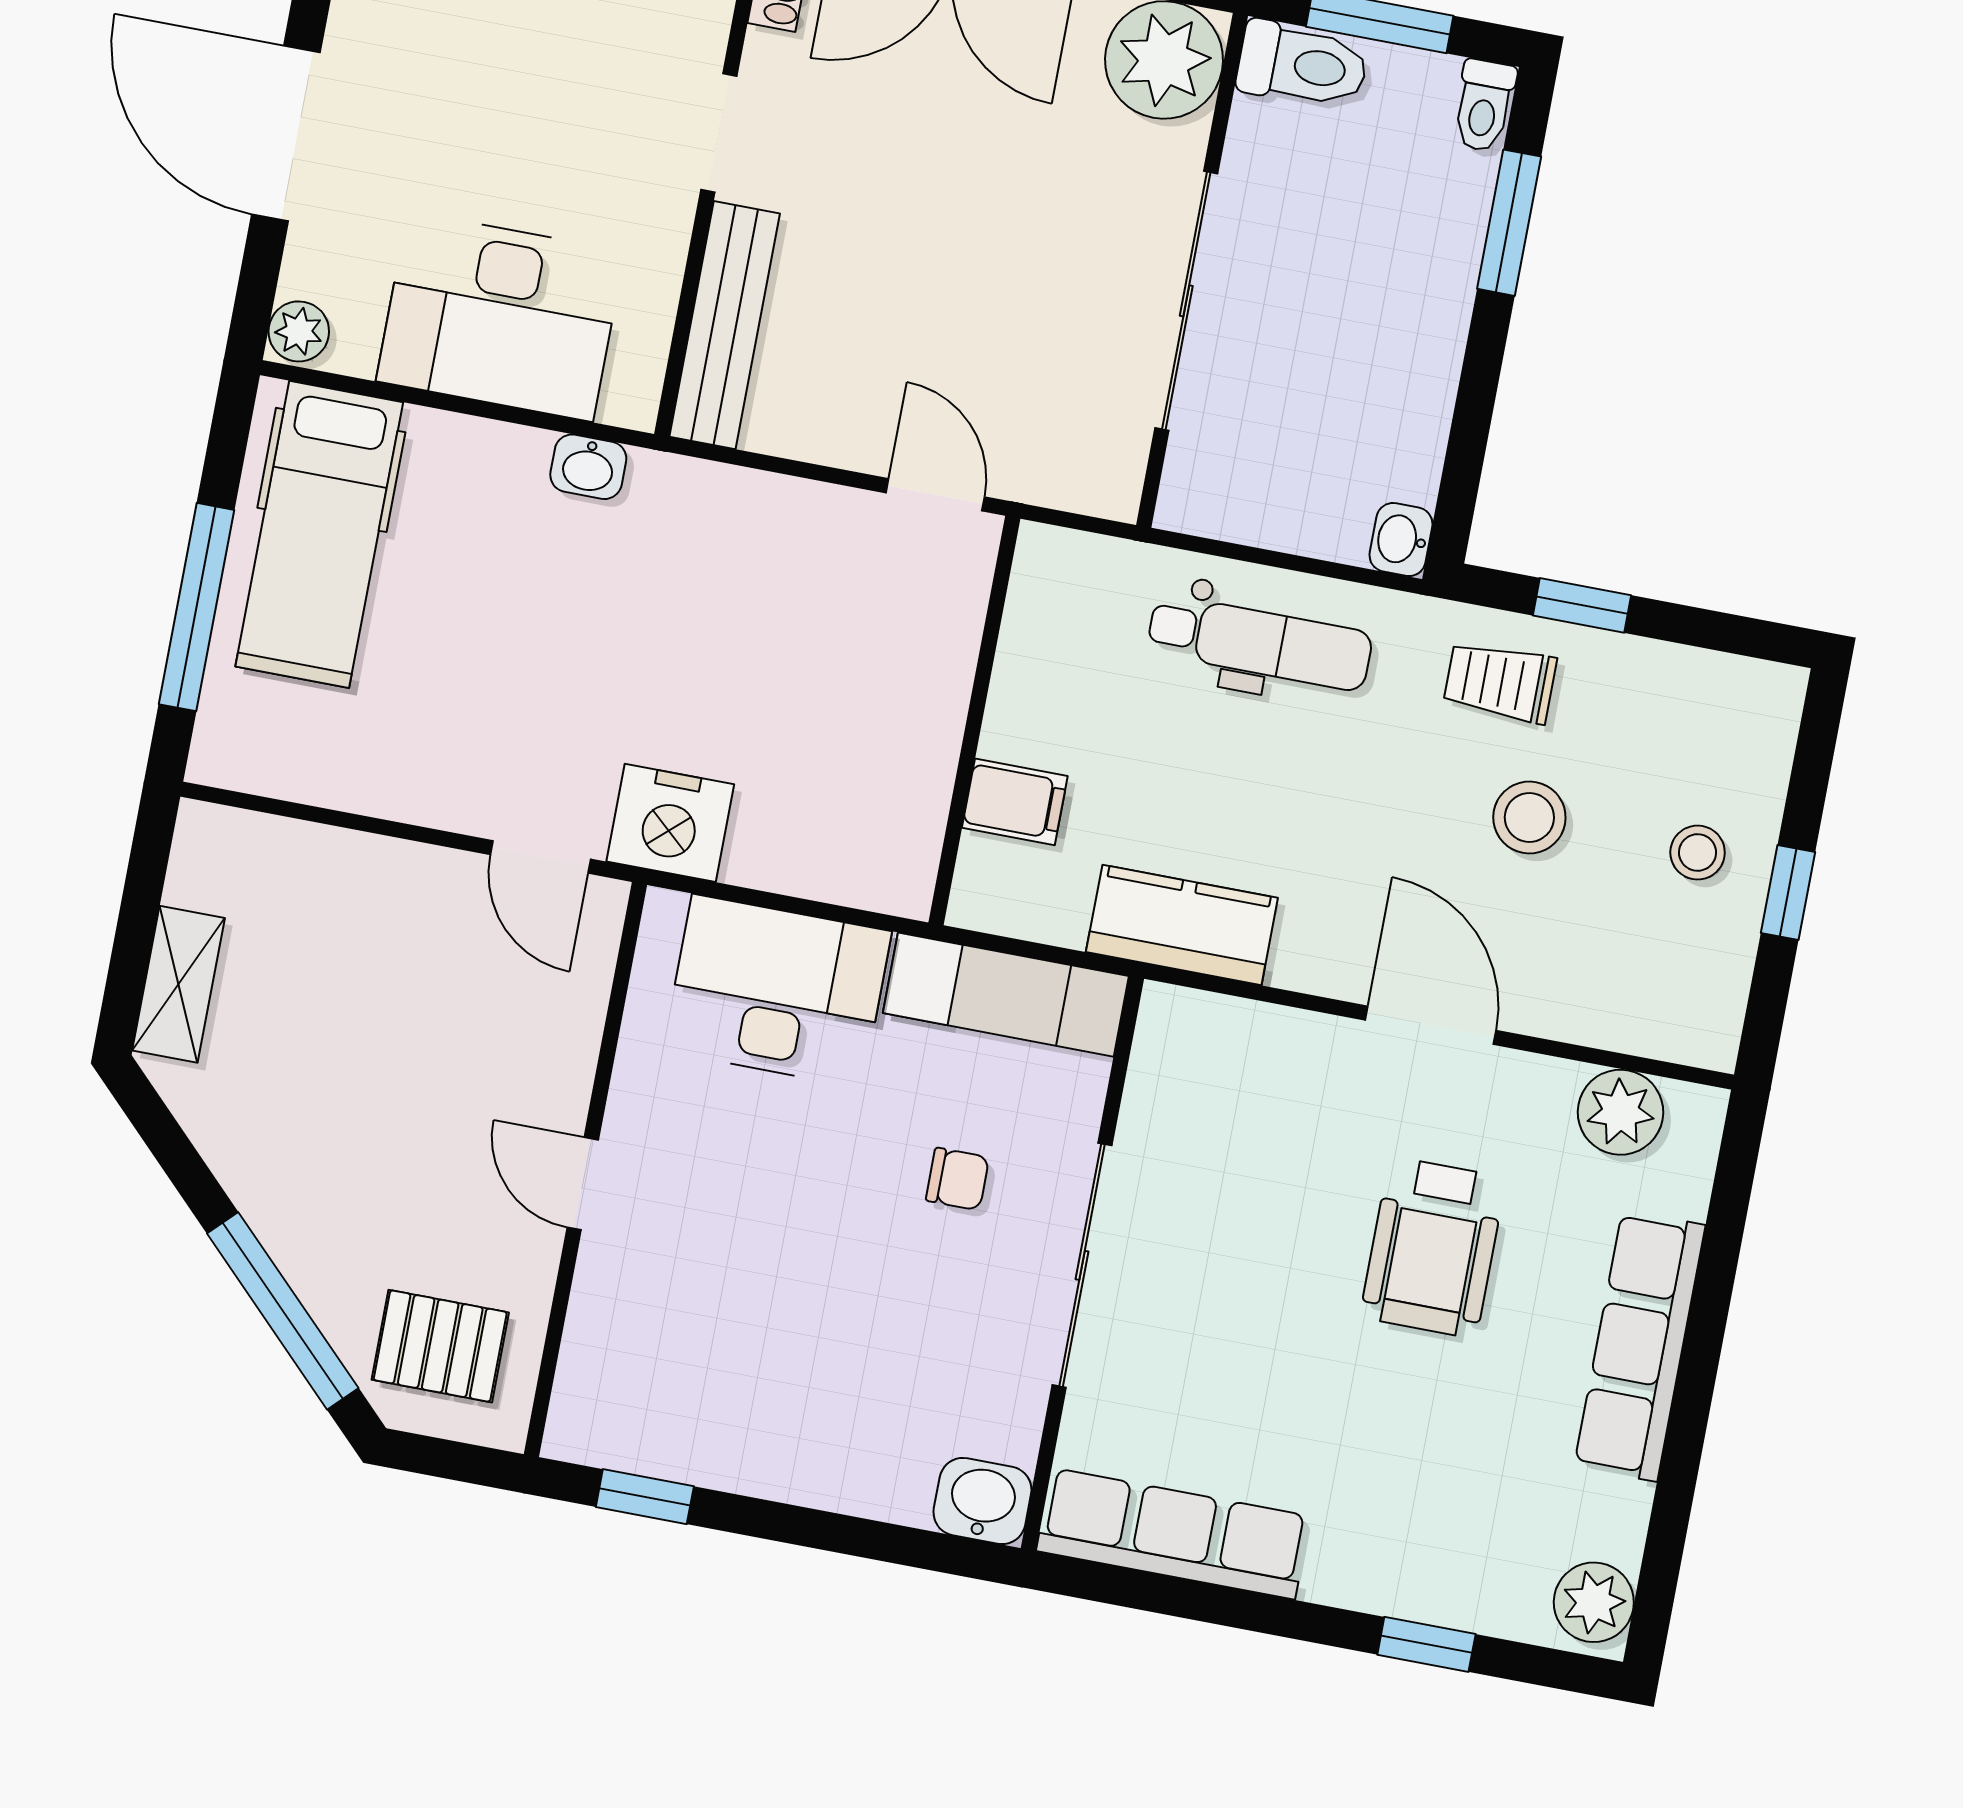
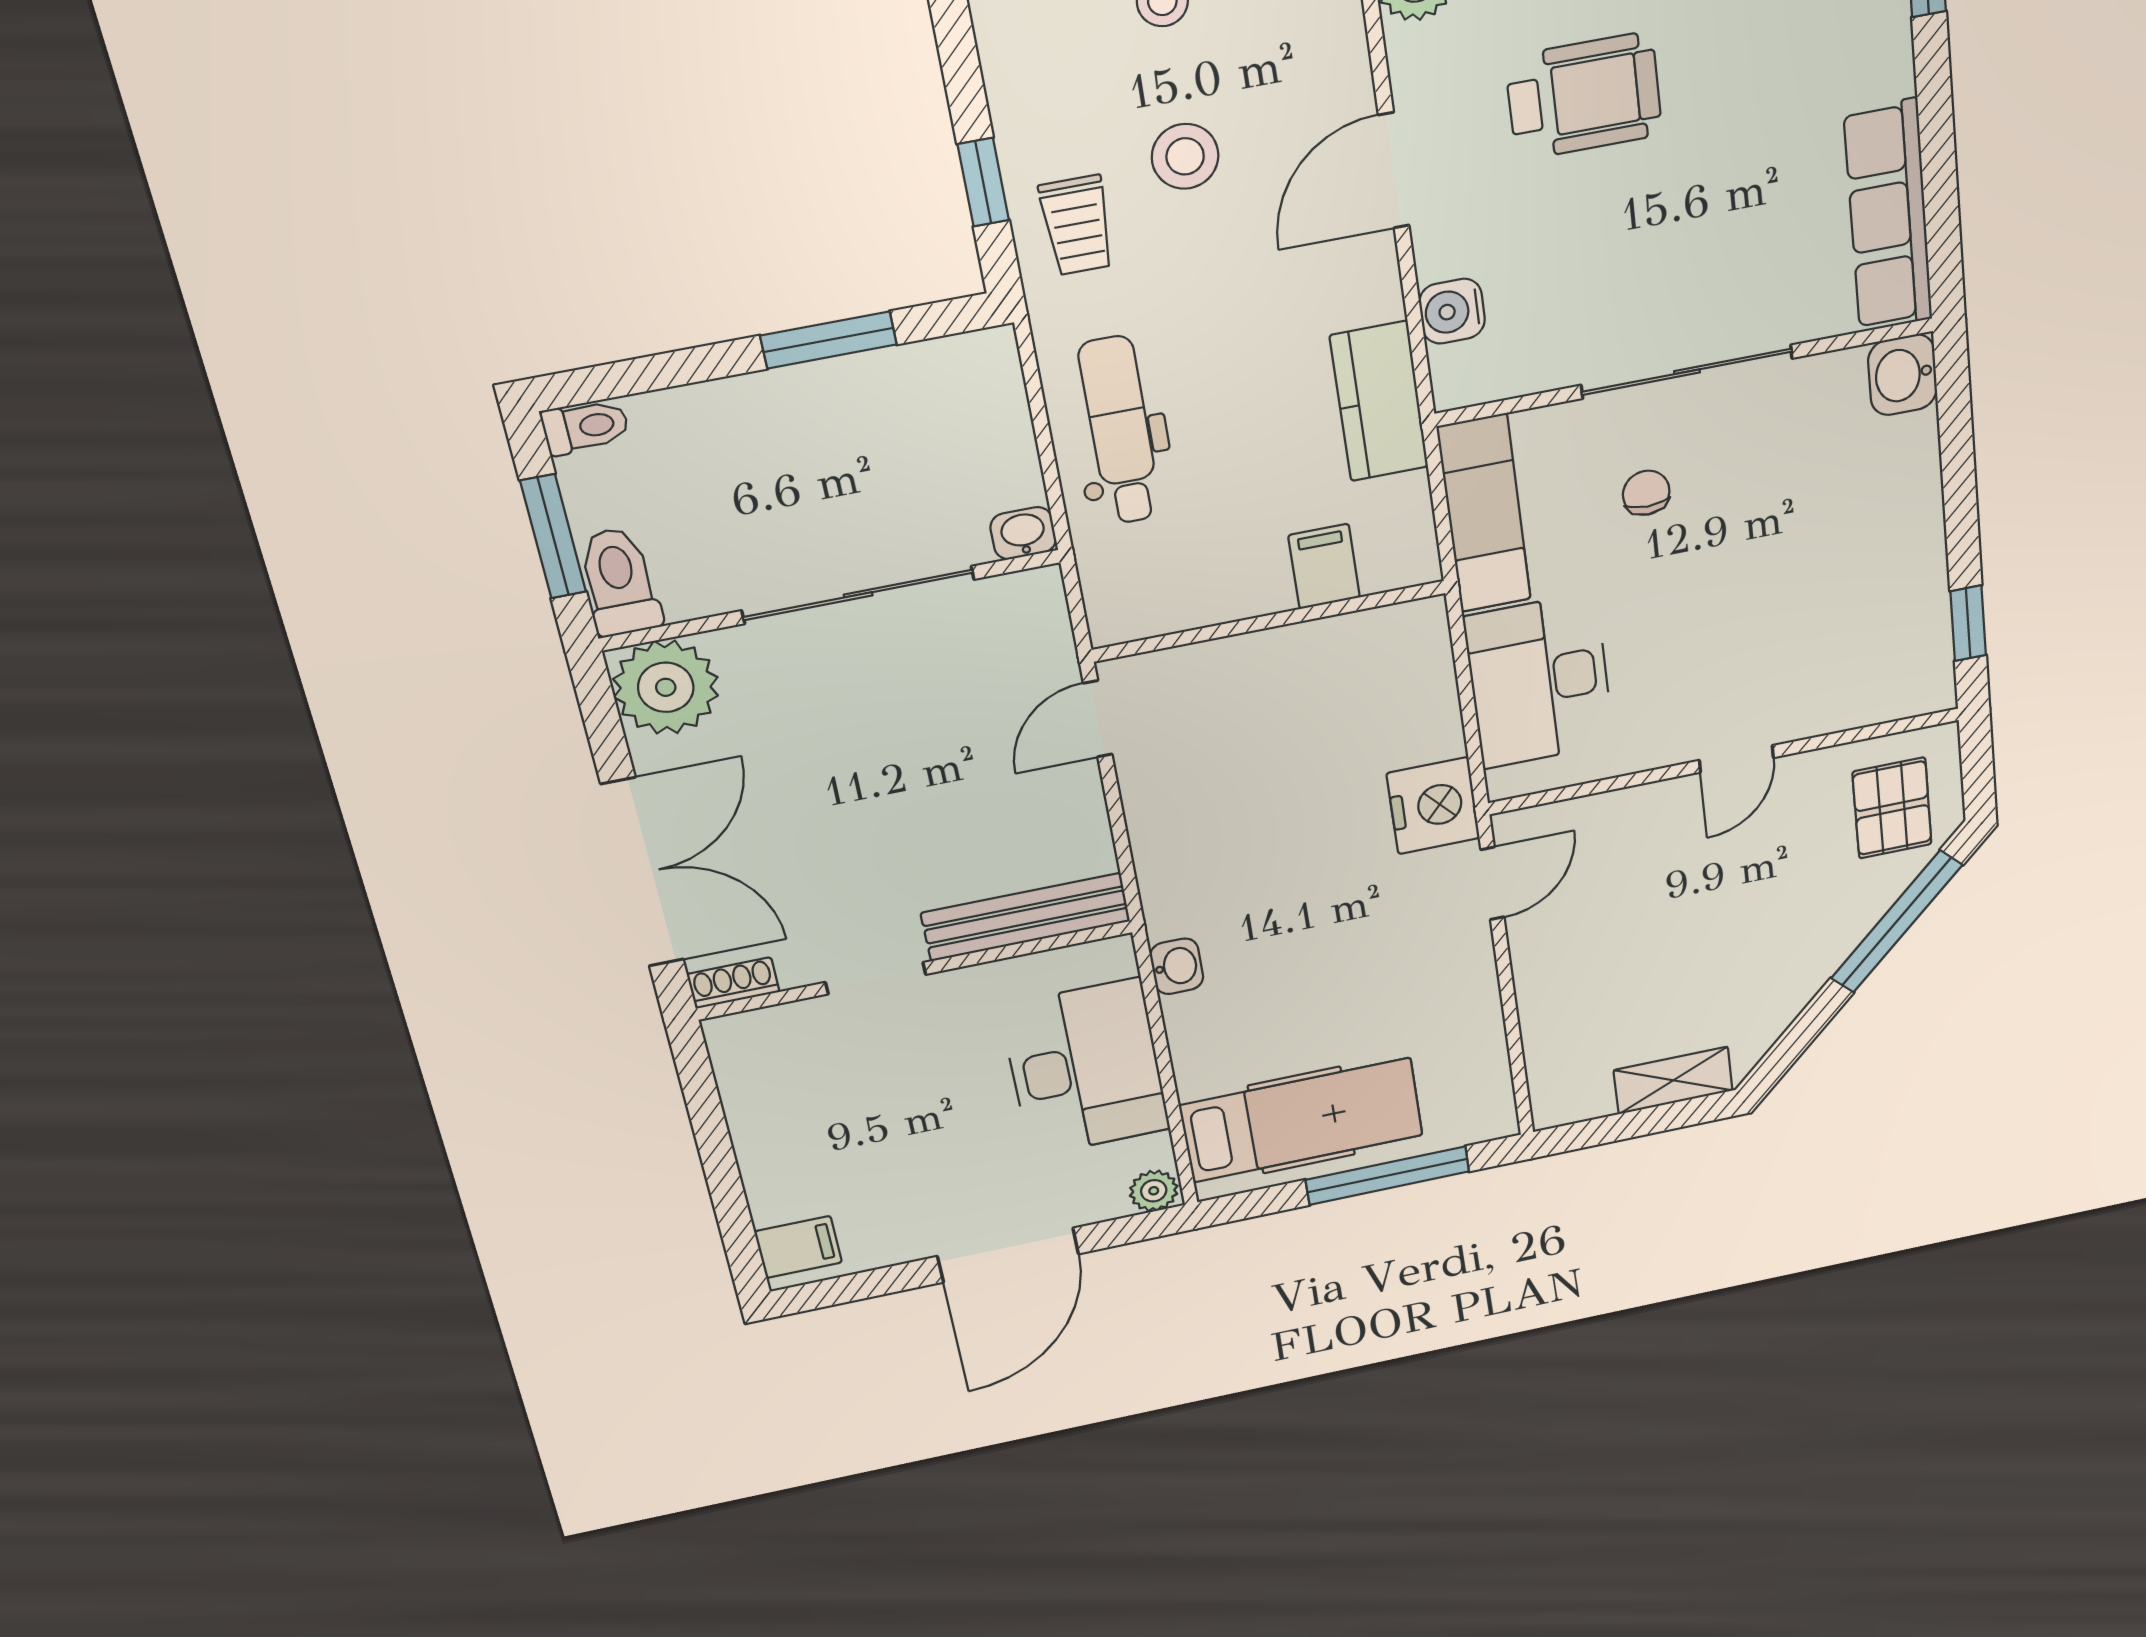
window: (1509, 223) -> (828, 340), moved
washbasin: (1401, 540) -> (1023, 533), moved, turned 180
water cooler: (1253, 1035) -> (1452, 311), added

